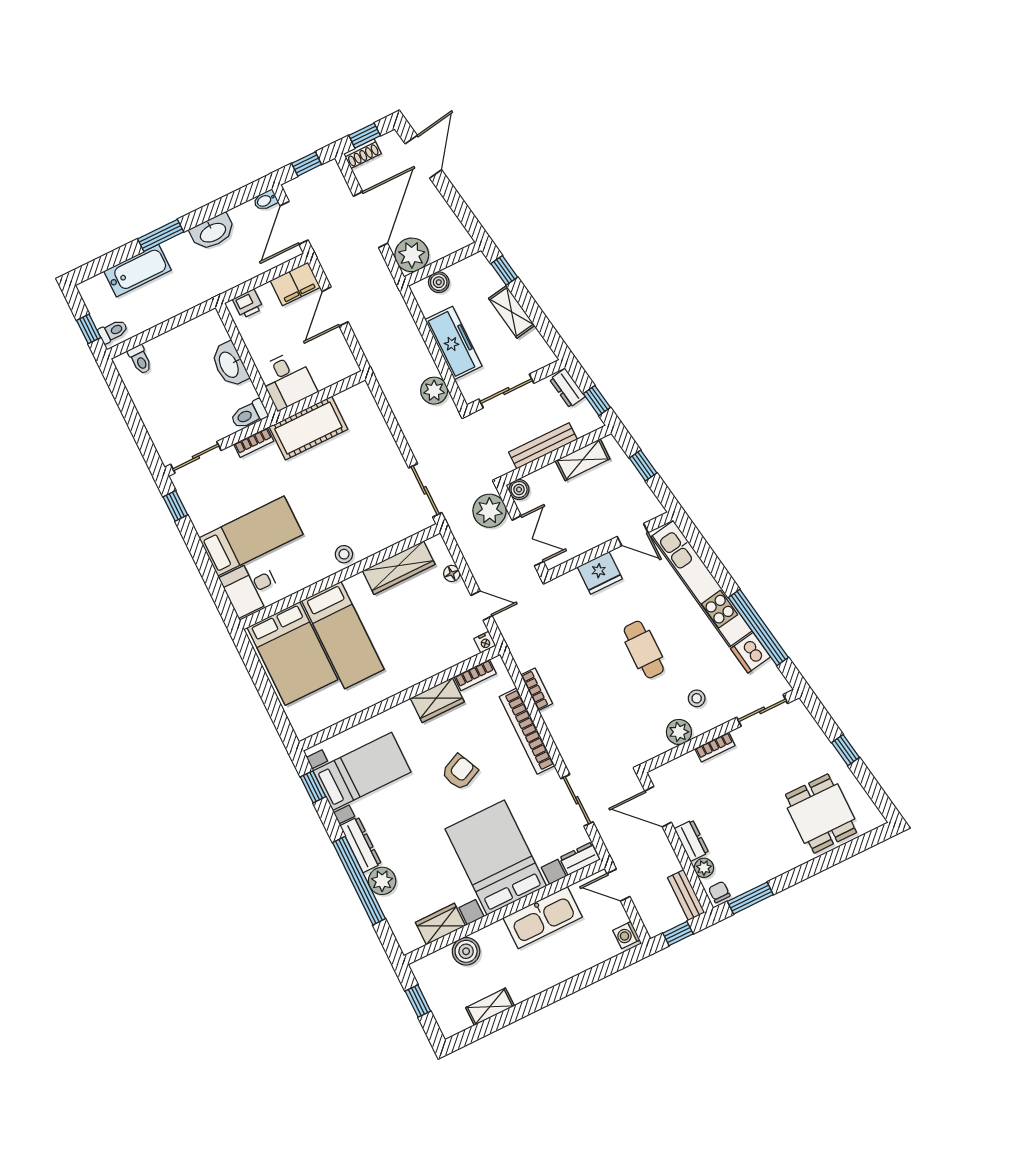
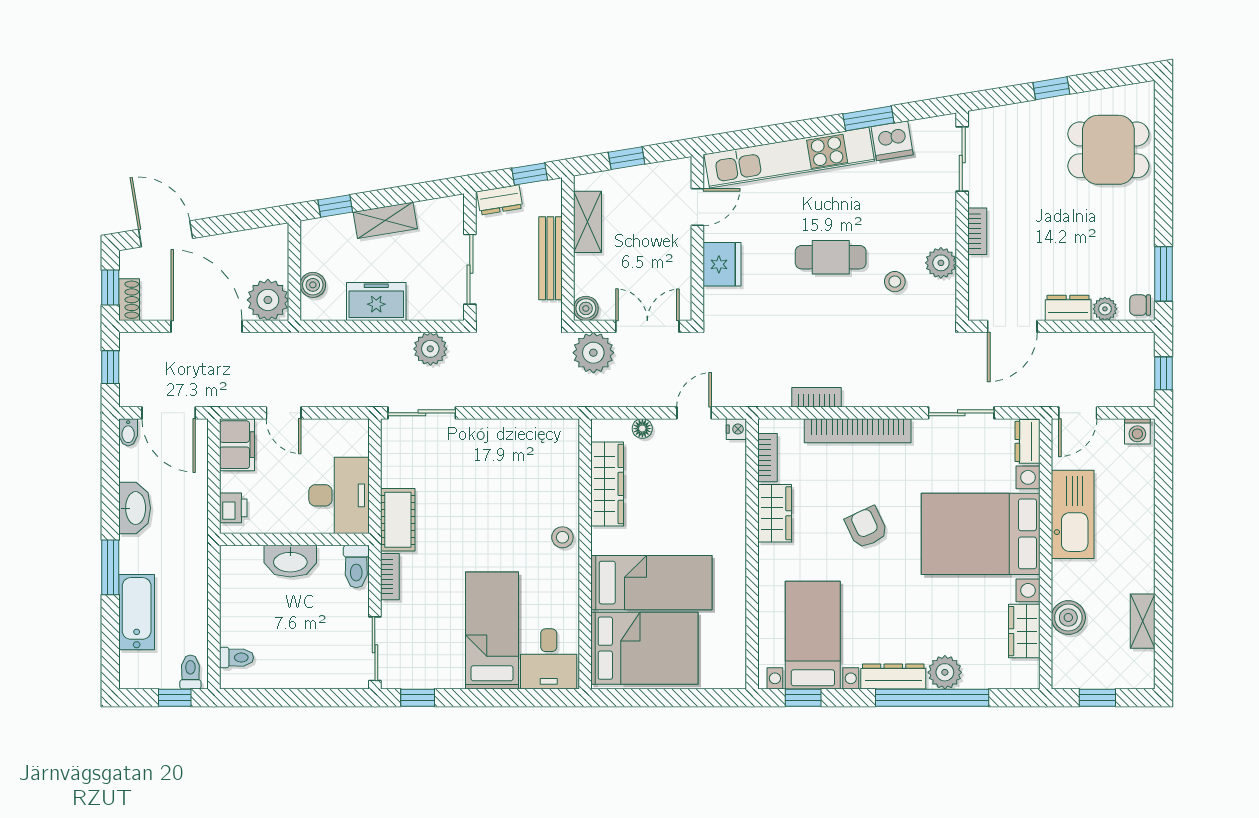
door: (335, 307) -> (284, 413), width x0.73
freezer: (453, 343) -> (376, 302), width x0.71
desk: (287, 380) -> (339, 495), width x1.37
cot: (308, 428) -> (398, 520), width x0.73, depth x0.75
sliding door: (425, 490) -> (422, 413), moved
window: (758, 628) -> (868, 118), width x0.47
stool: (697, 698) -> (895, 282), moved
bench: (686, 895) -> (1125, 344), removed

